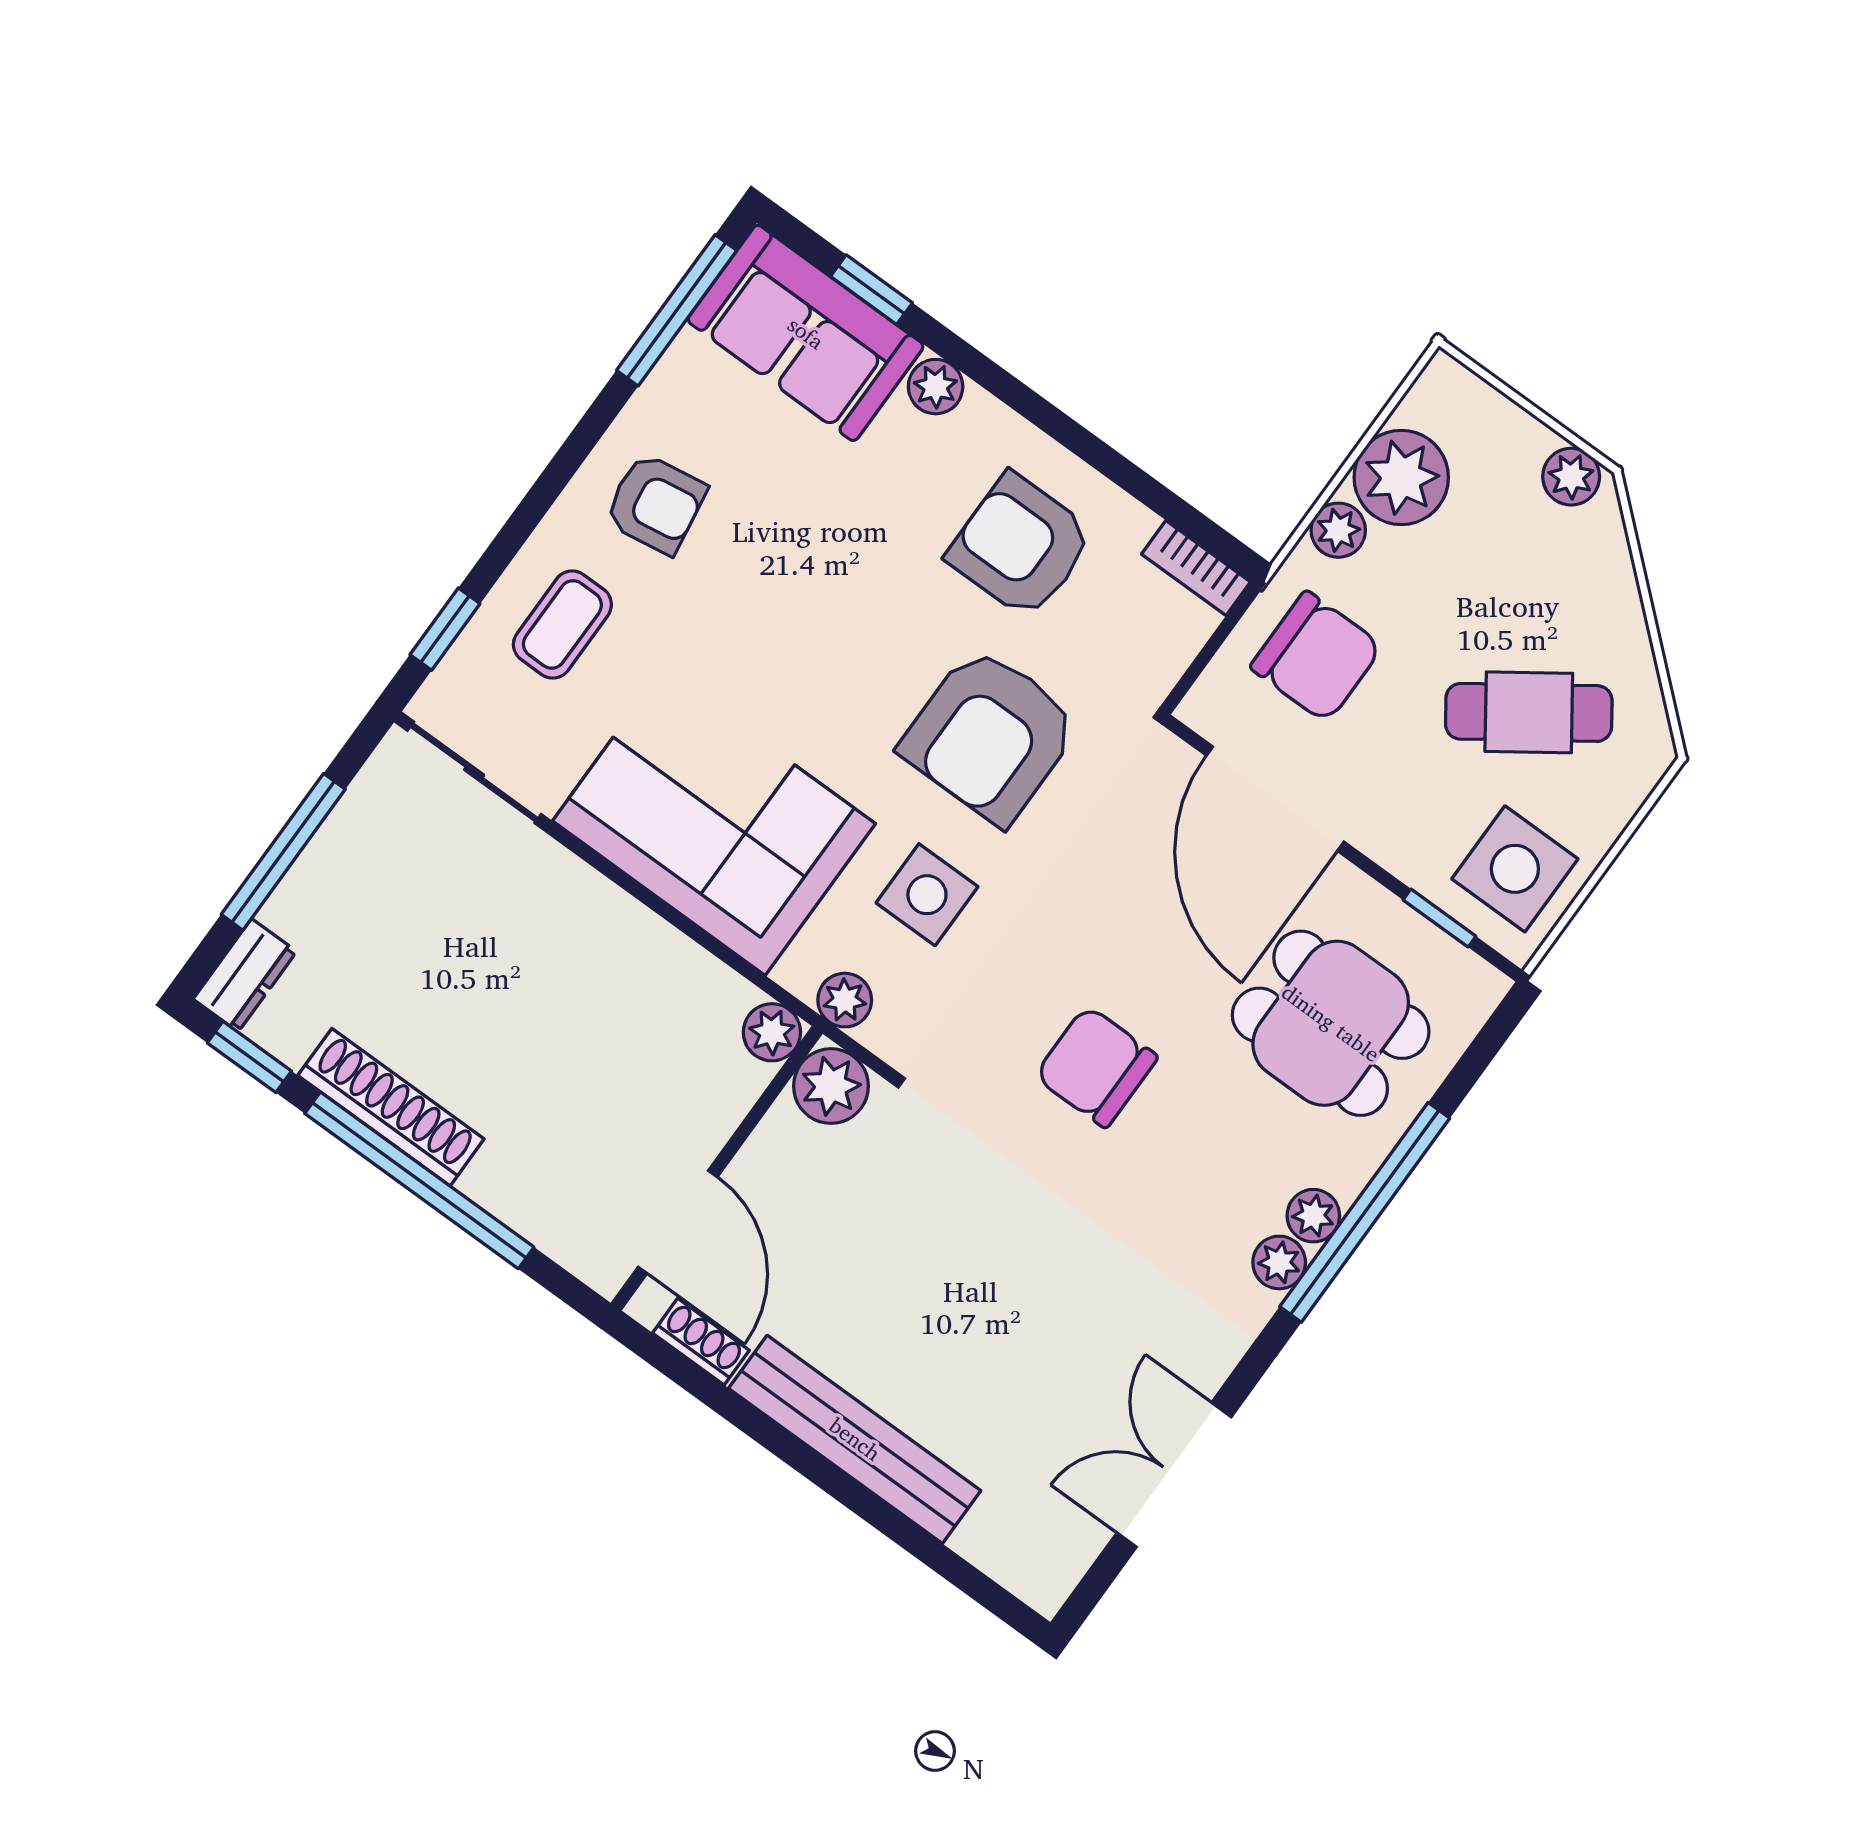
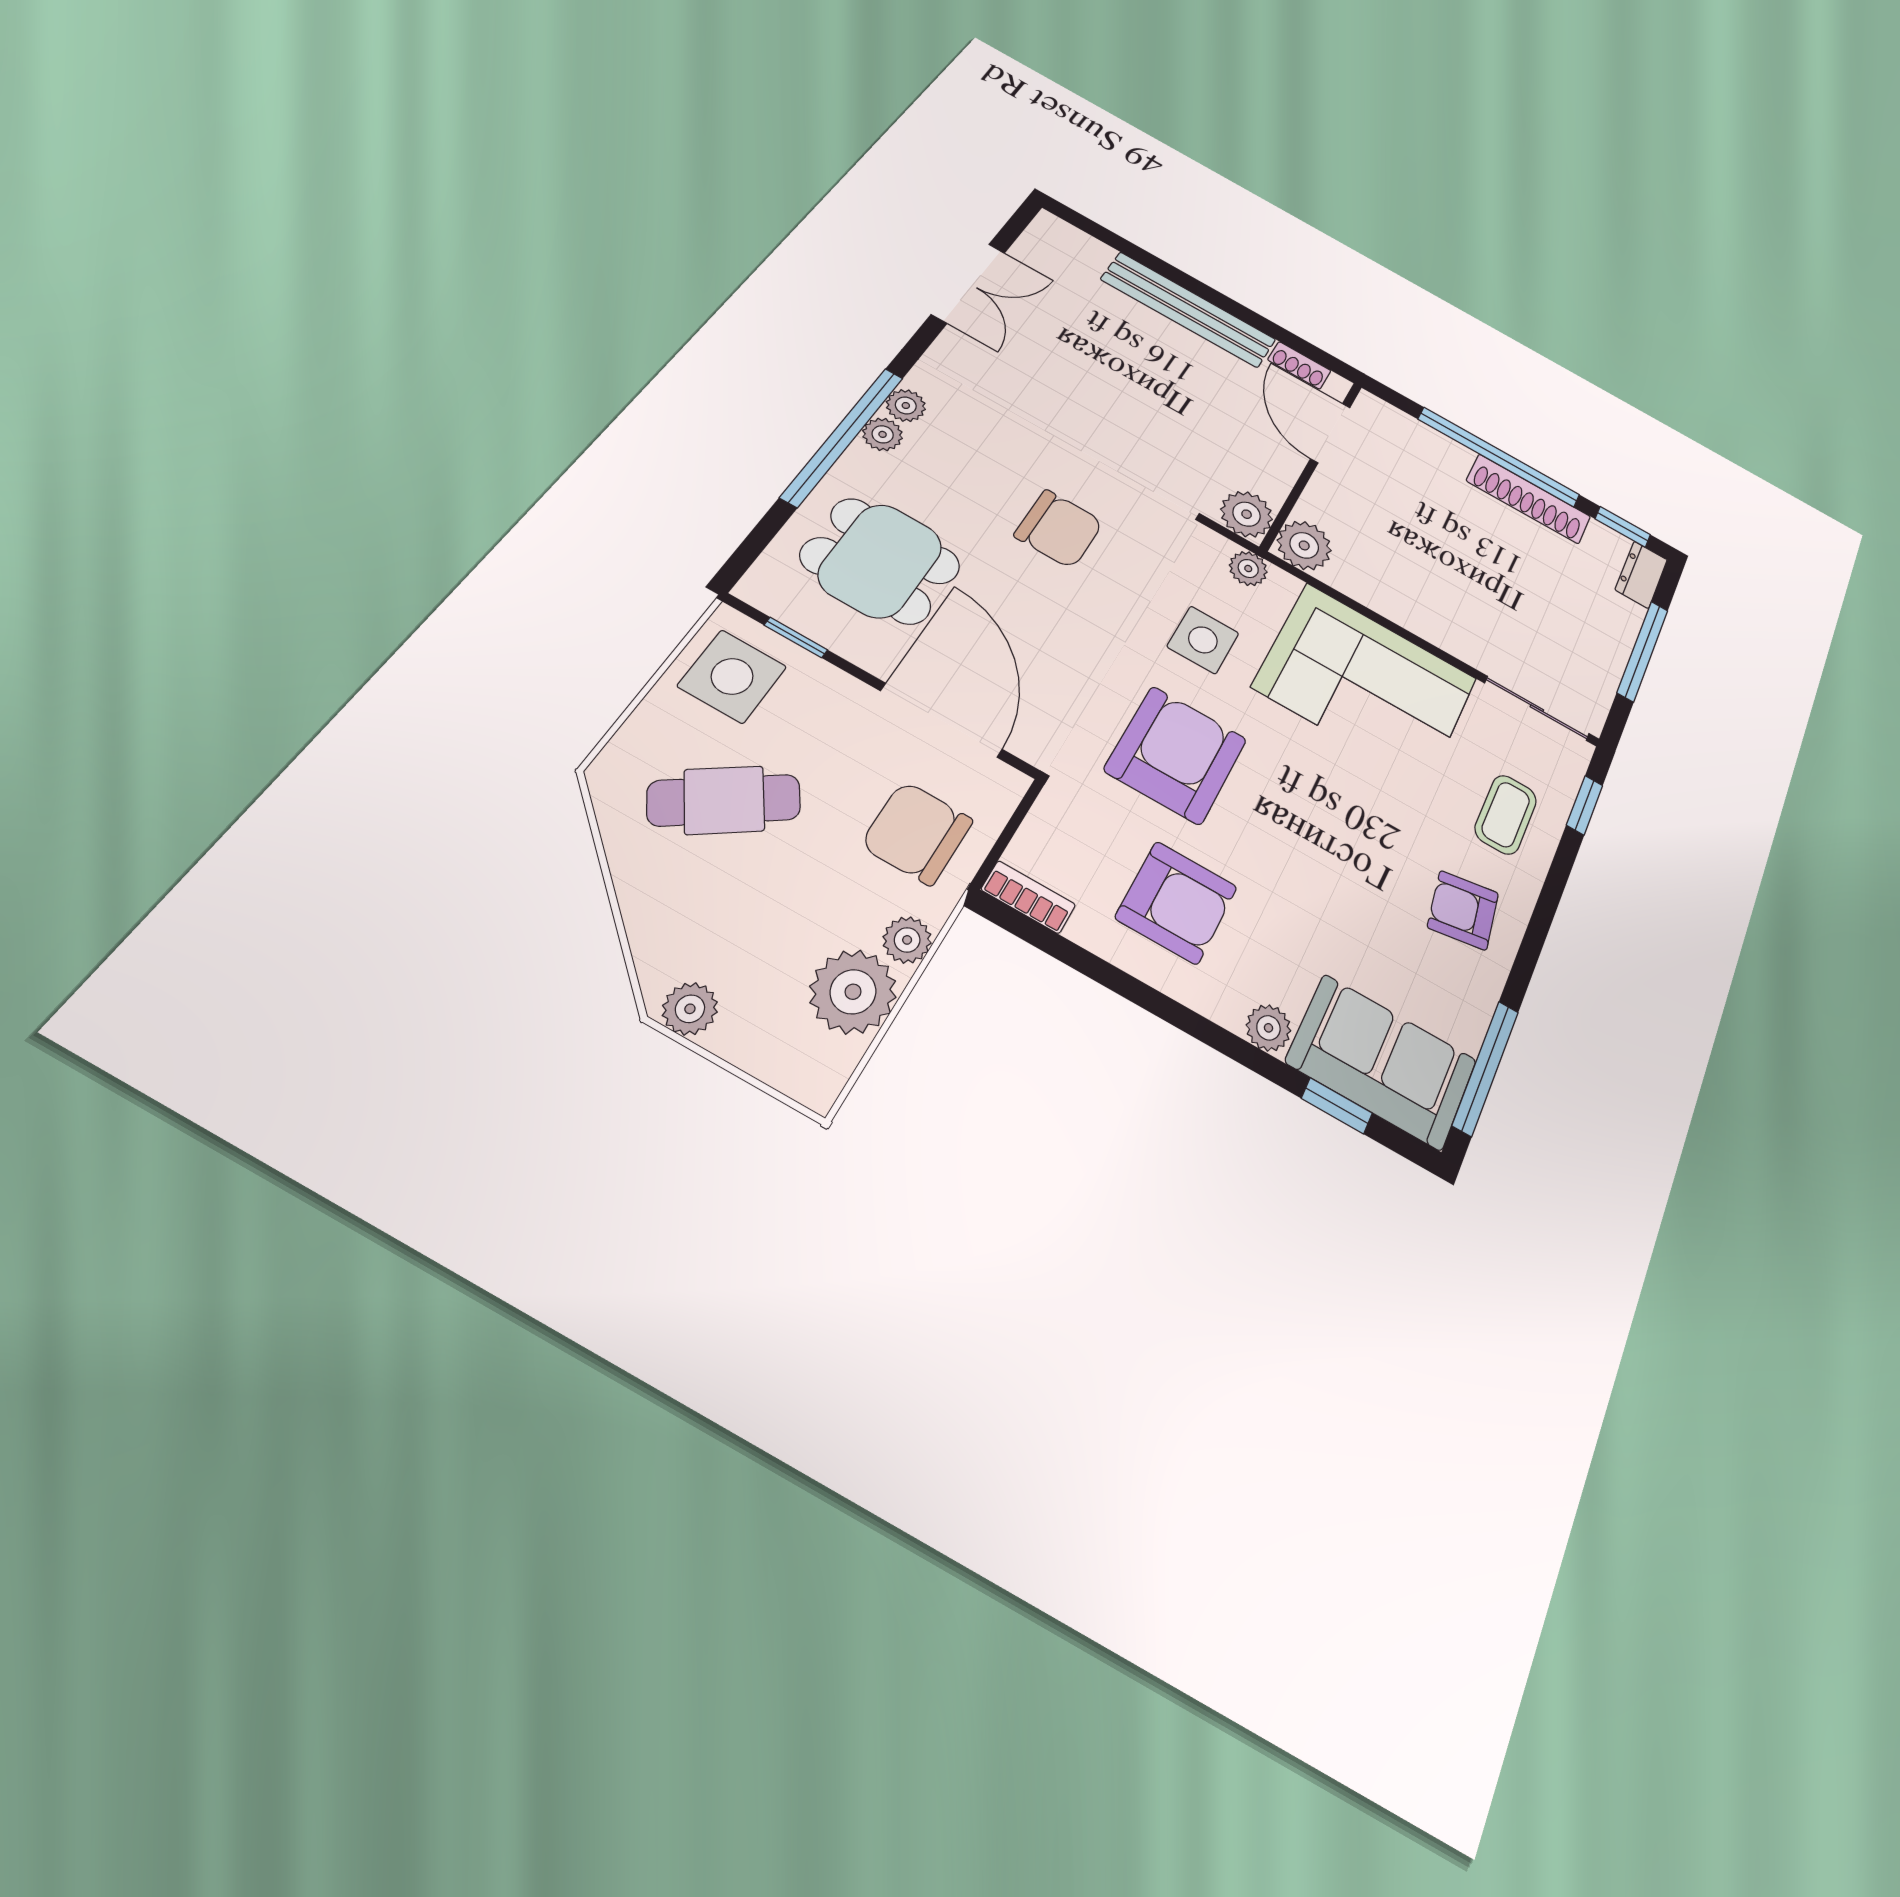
plant: (772, 1032) -> (1304, 545), width x1.38, depth x1.38

